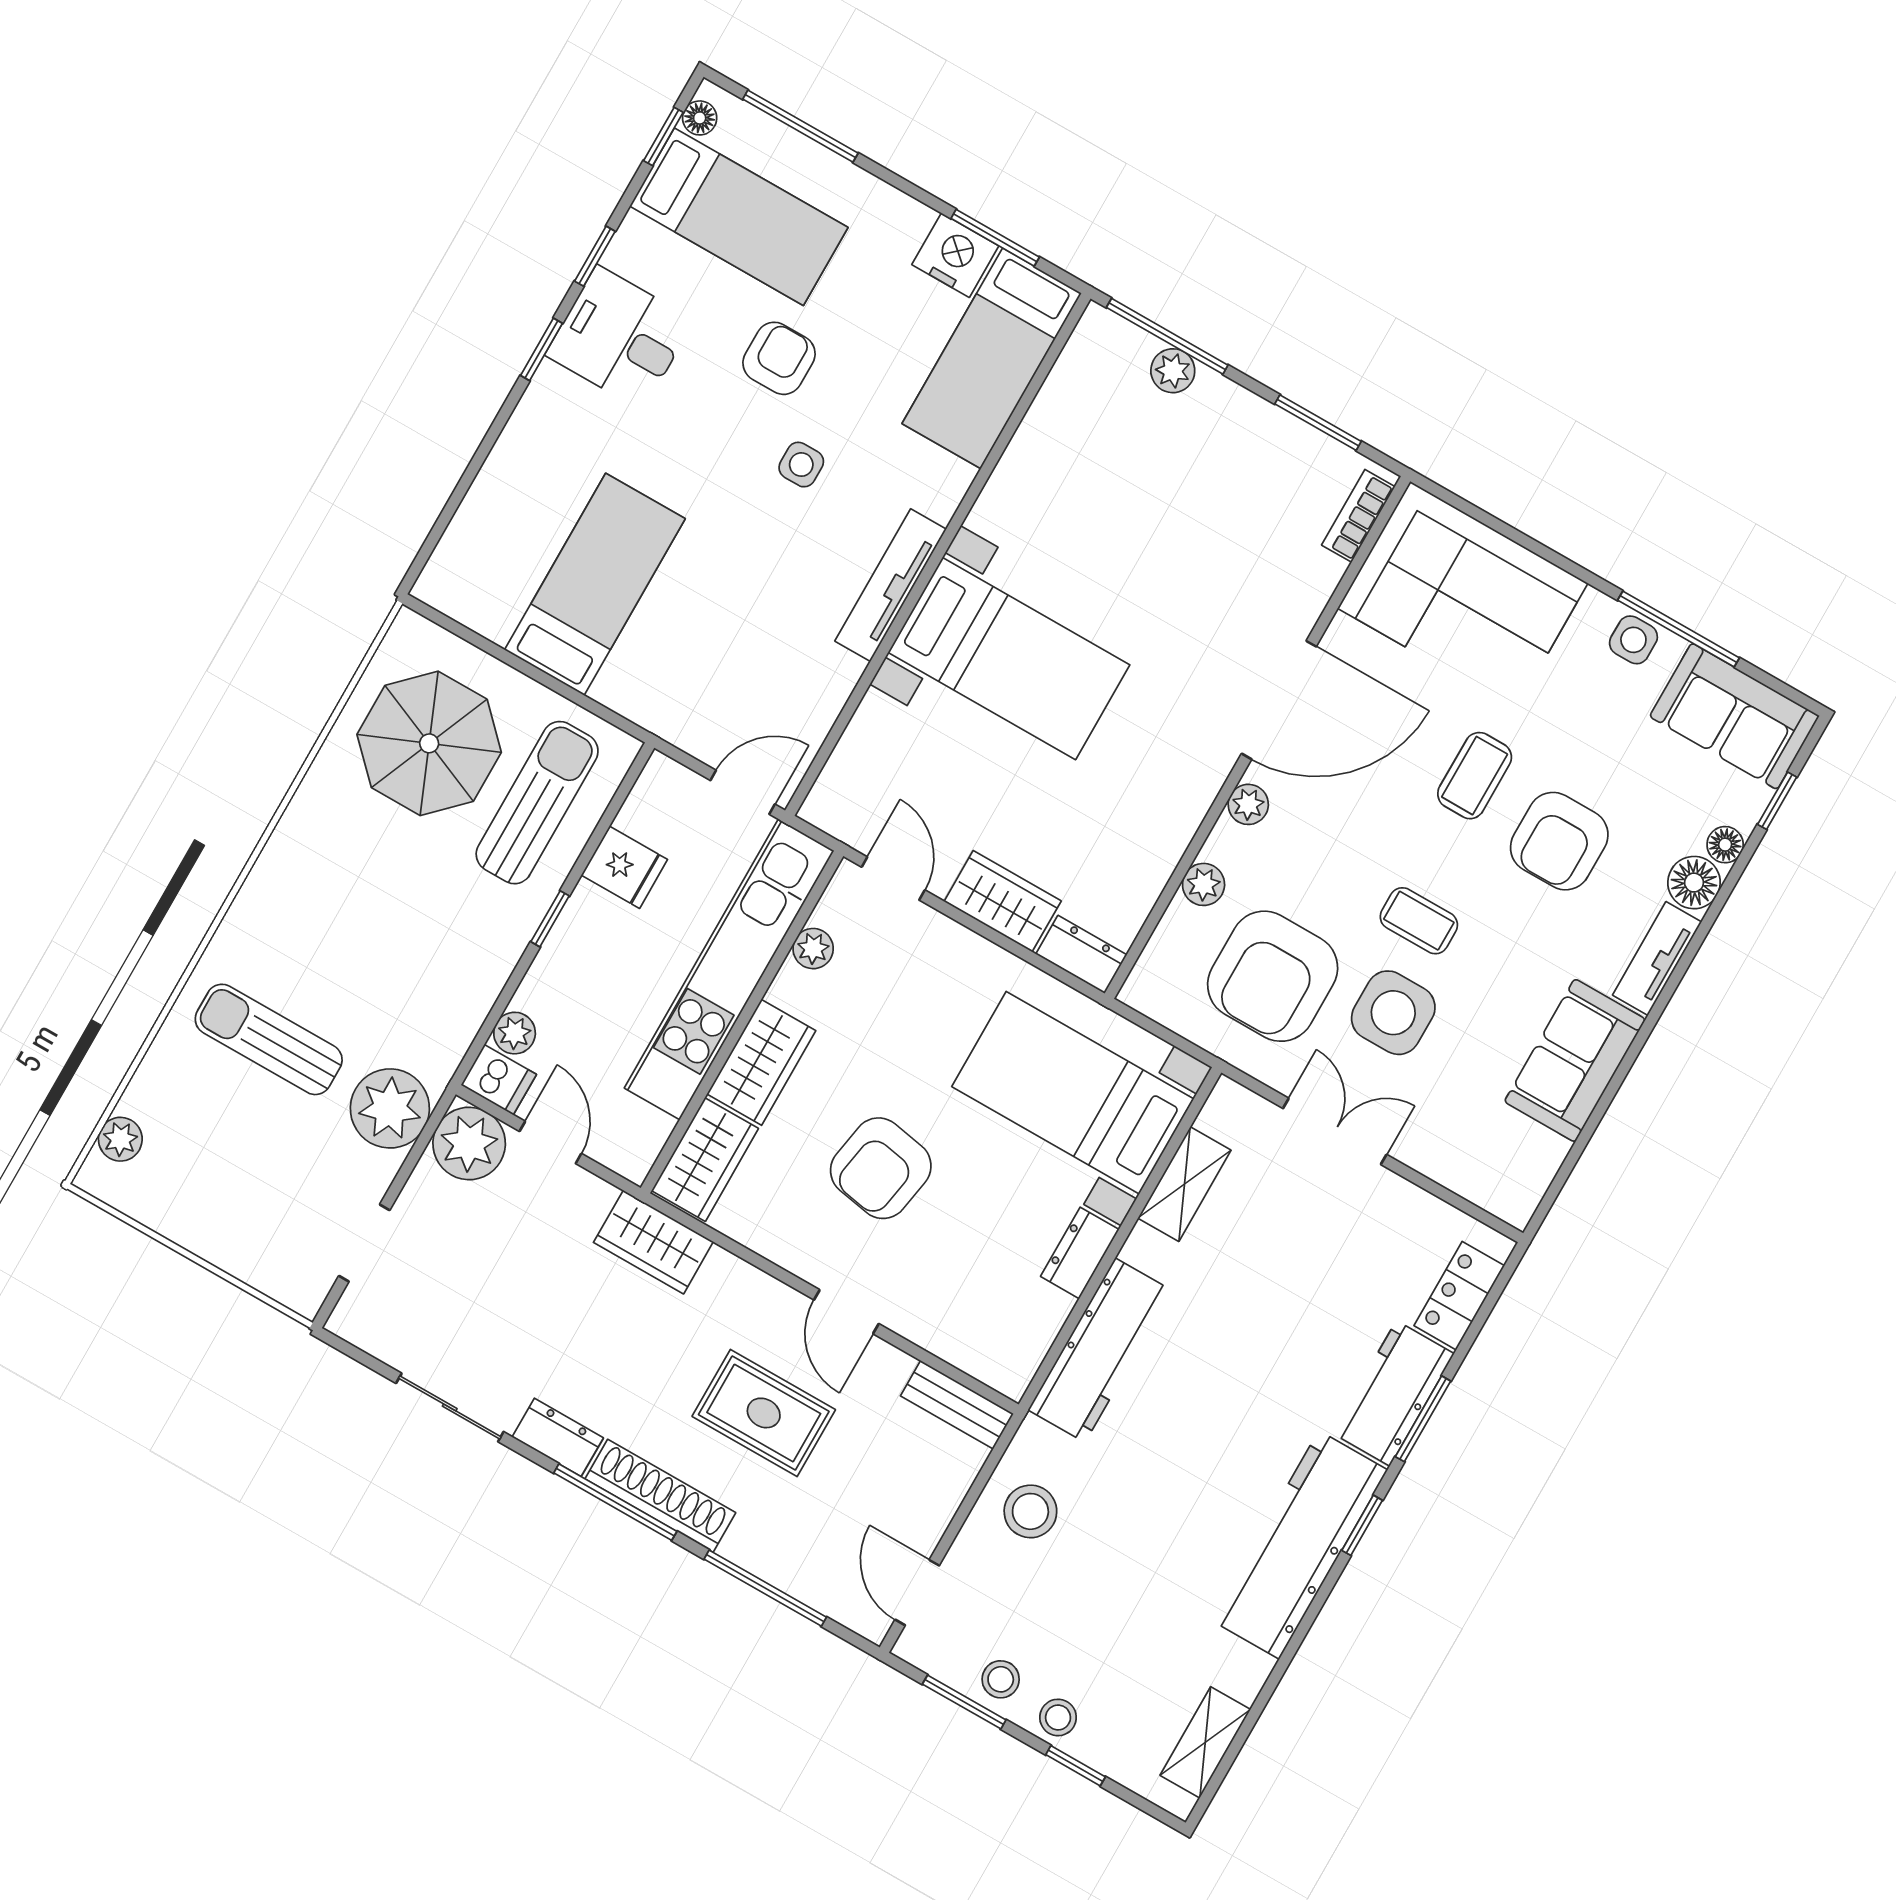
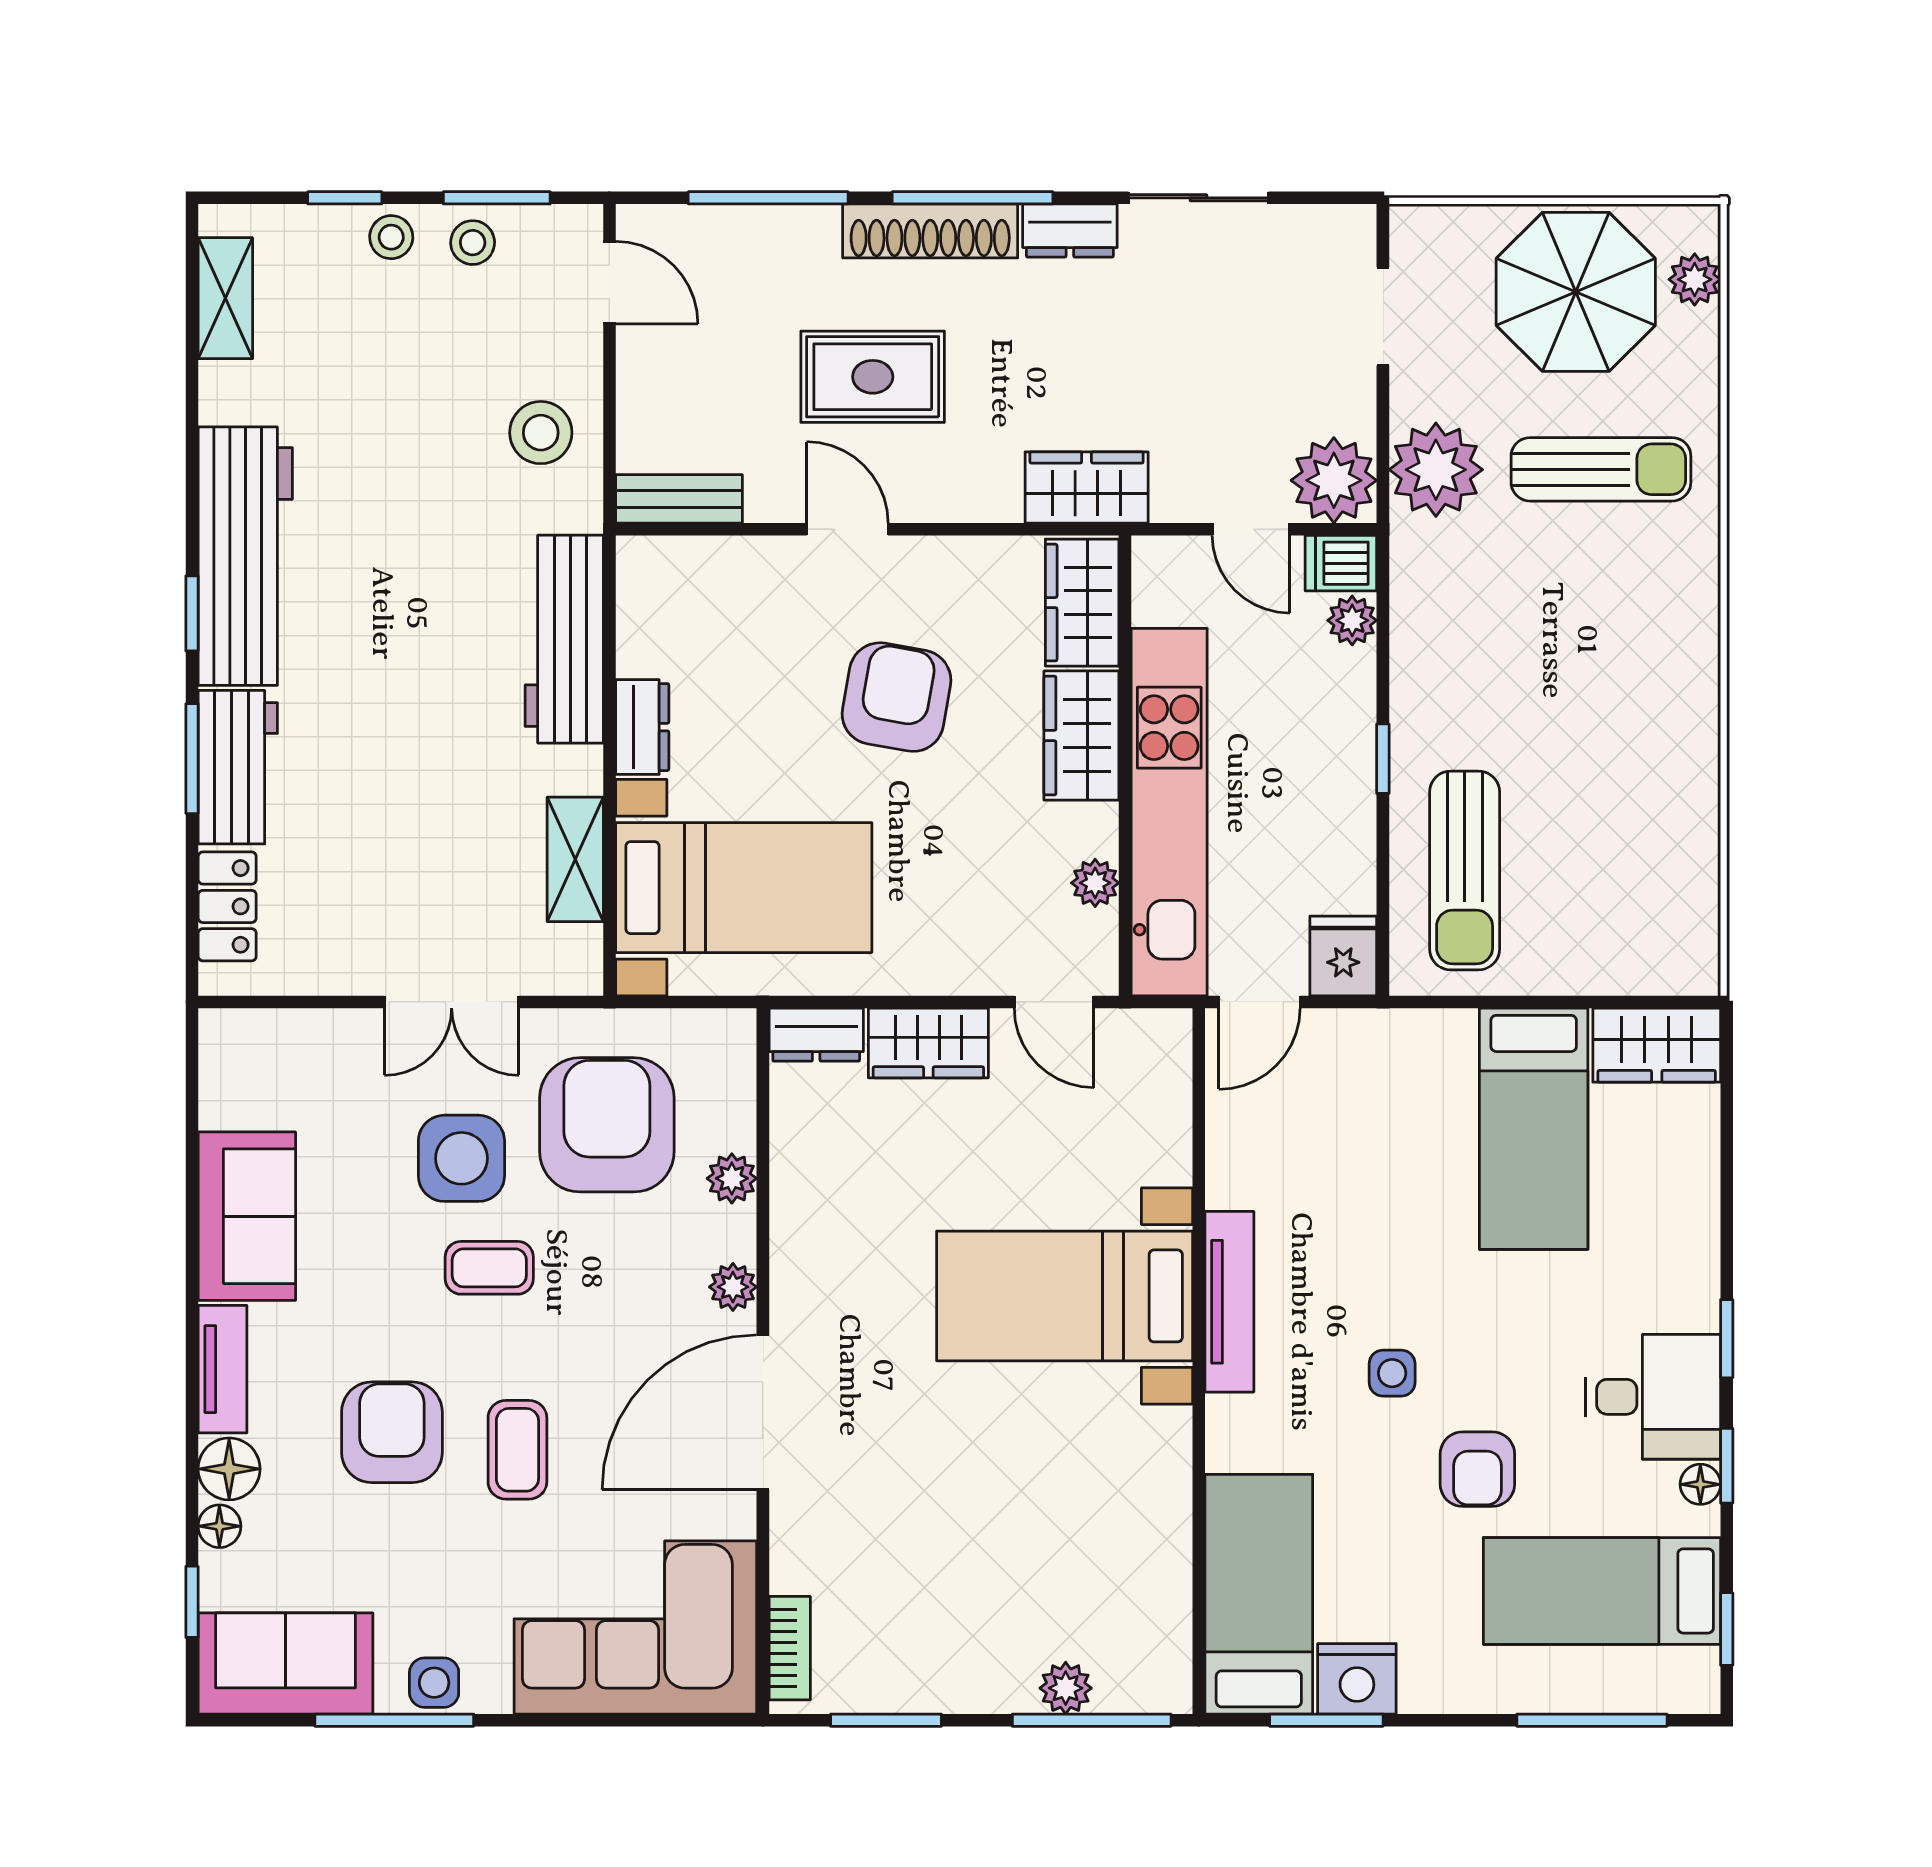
floor lamp: (700, 118) -> (1700, 1484), moved
wardrobe: (470, 594) -> (1657, 1045), added
parasol: (429, 743) -> (1576, 292), moved
fridge: (624, 867) -> (1343, 956), moved, turned 90

